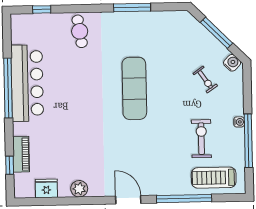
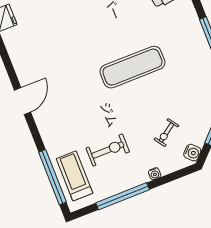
water cooler: (239, 122) -> (155, 174), moved
plant: (79, 189) -> (16, 50), removed
window: (184, 199) -> (52, 177), moved

